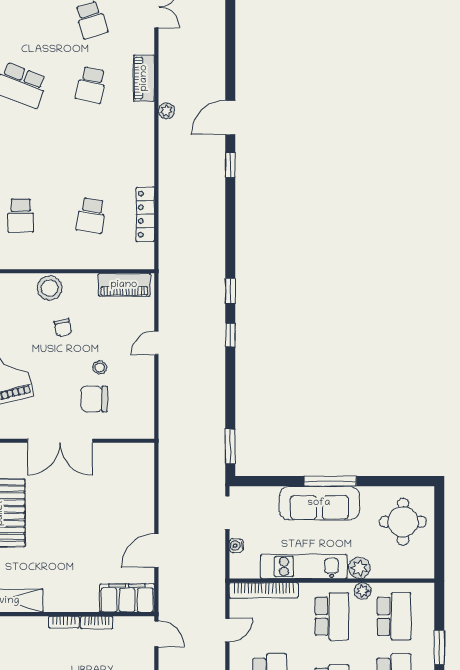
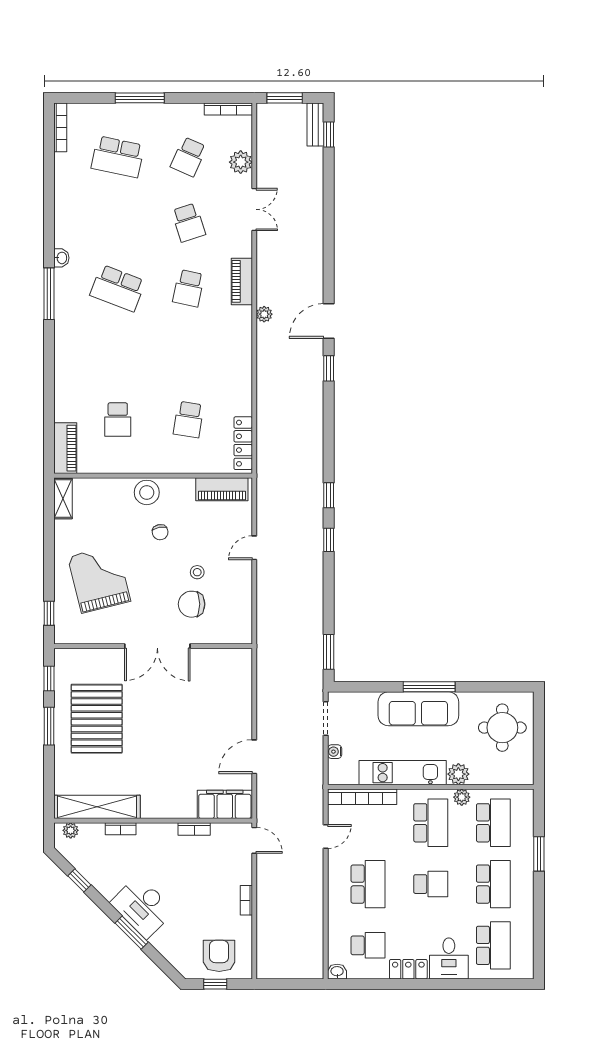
locker: (145, 214) -> (243, 443), moved
bookcase: (64, 622) -> (121, 829), moved

